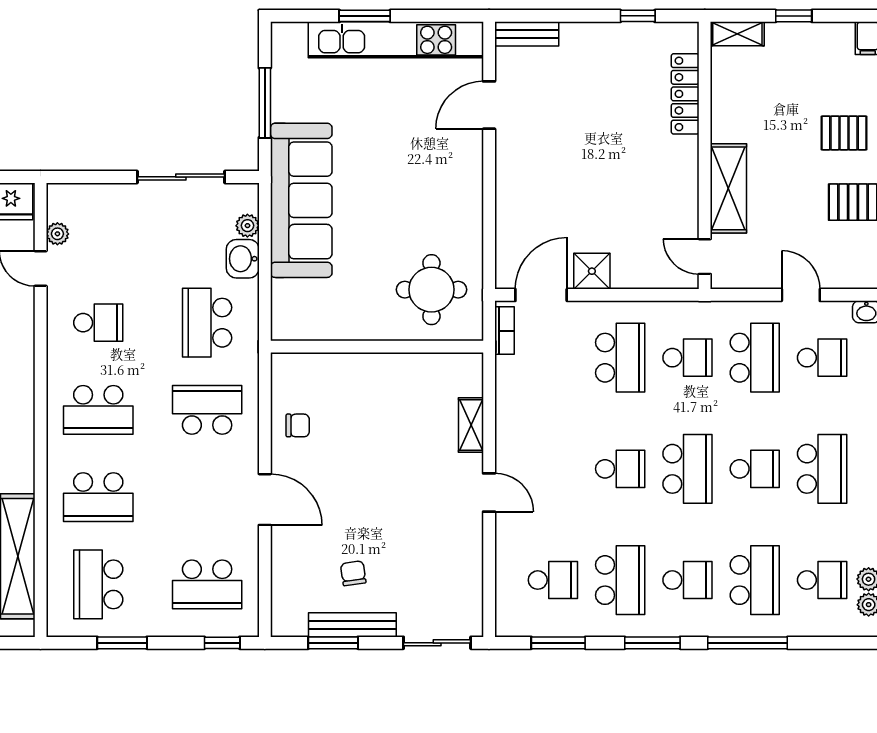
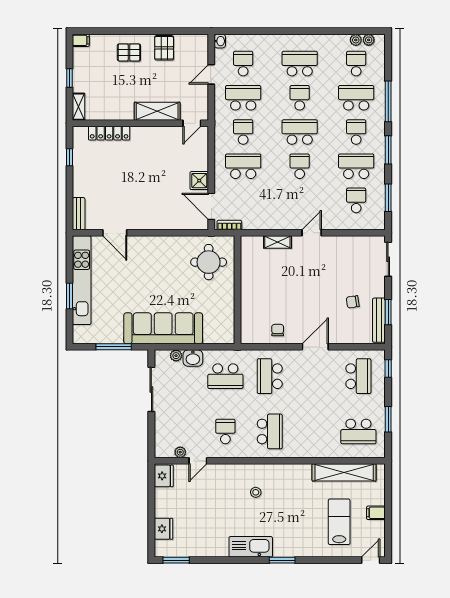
pallet: (844, 133) -> (129, 52), turned 90
school desk: (98, 497) -> (314, 431), removed
bench: (352, 625) -> (379, 320), moved

